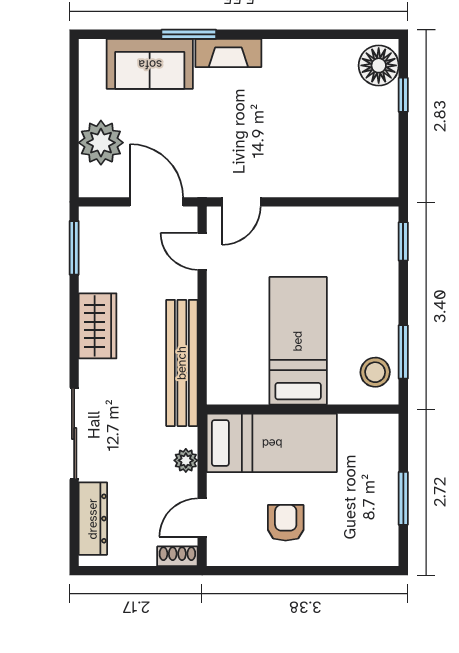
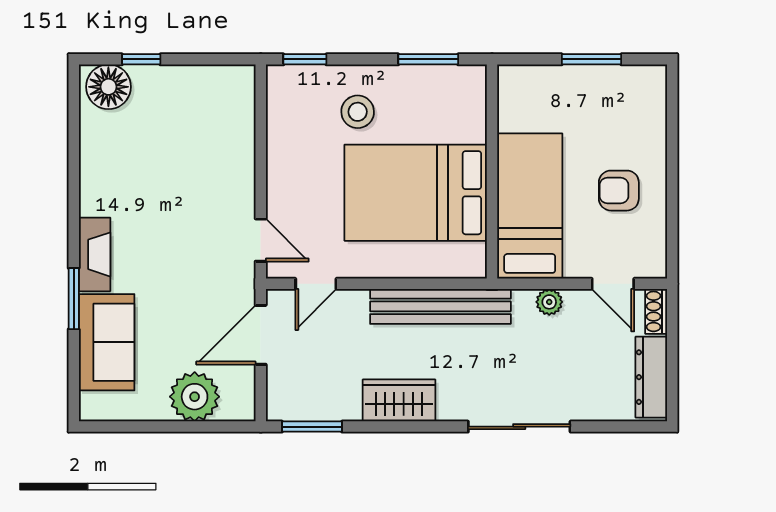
bed: (298, 341) -> (416, 193), width x1.50
stool: (375, 372) -> (358, 112), moved
dresser: (93, 519) -> (651, 377), moved, turned -90

